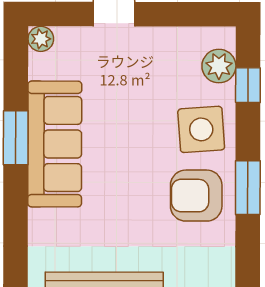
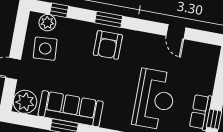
plant: (41, 39) -> (25, 102), width x1.88, depth x1.88
side table: (201, 129) -> (45, 49), moved

